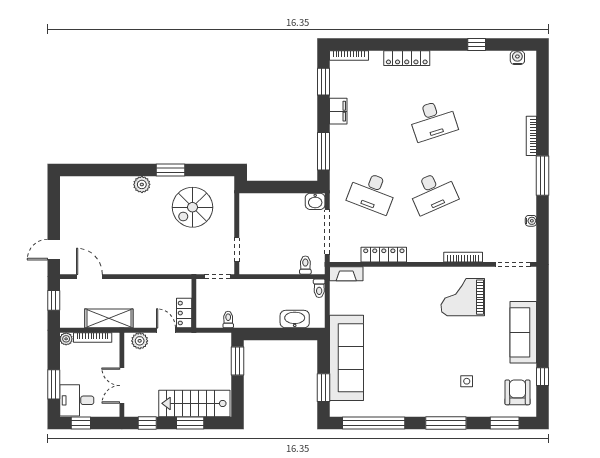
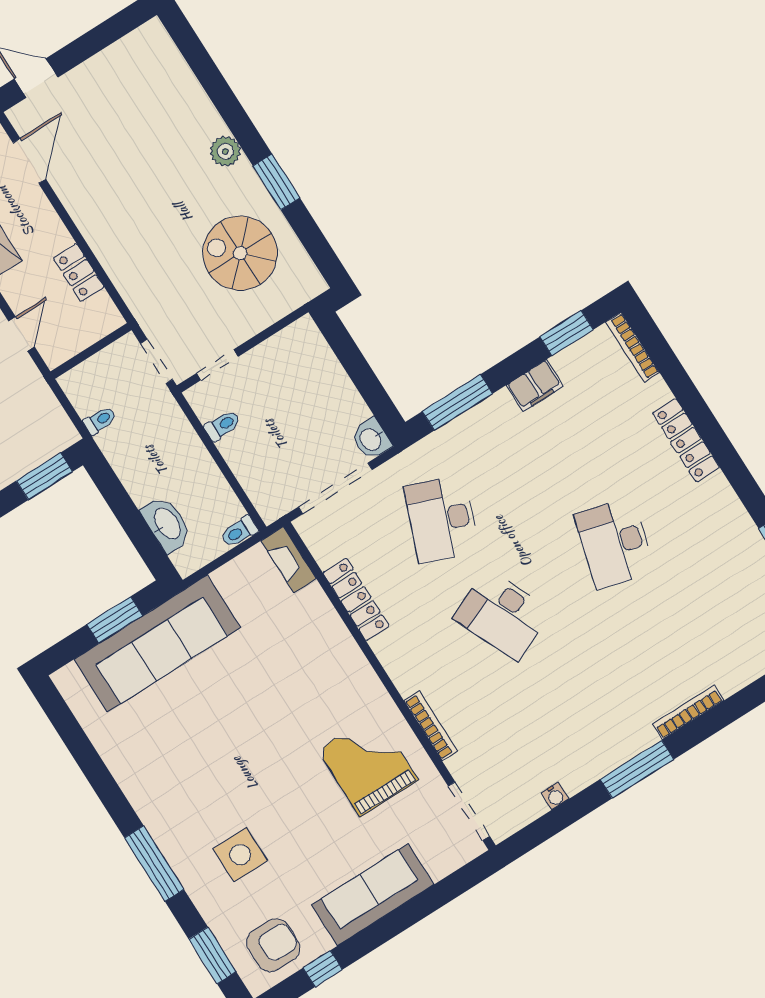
desk: (433, 120) -> (615, 543), turned 33
toilet: (305, 265) -> (222, 425), moved
locker: (184, 313) -> (79, 273), moved, turned -90
side table: (467, 381) -> (240, 855), width x1.87, depth x1.87
window: (323, 388) -> (115, 620), moved
window: (374, 423) -> (83, 751), removed

